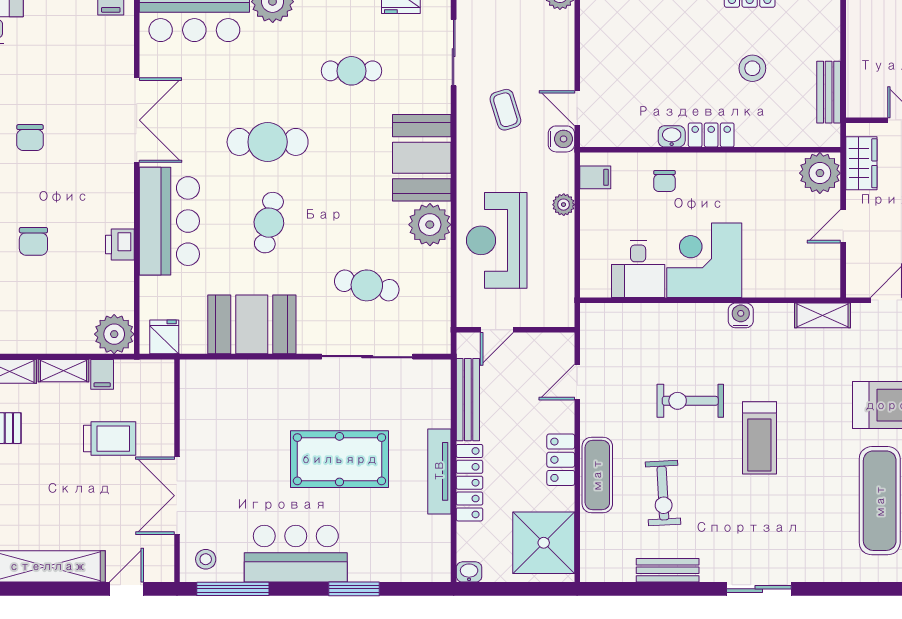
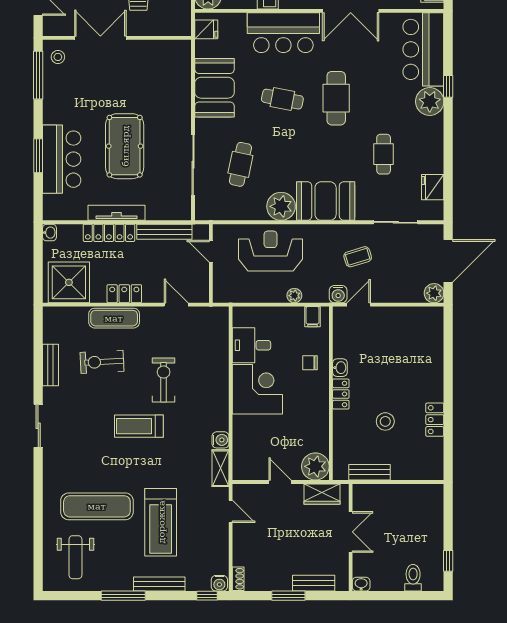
water cooler: (741, 315) -> (221, 440), moved
bar counter: (296, 554) -> (62, 159), moved

